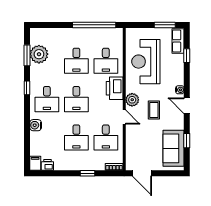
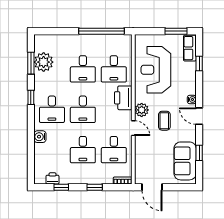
filing cabinet: (35, 163) -> (40, 177), removed
window: (56, 173) -> (61, 187), added

